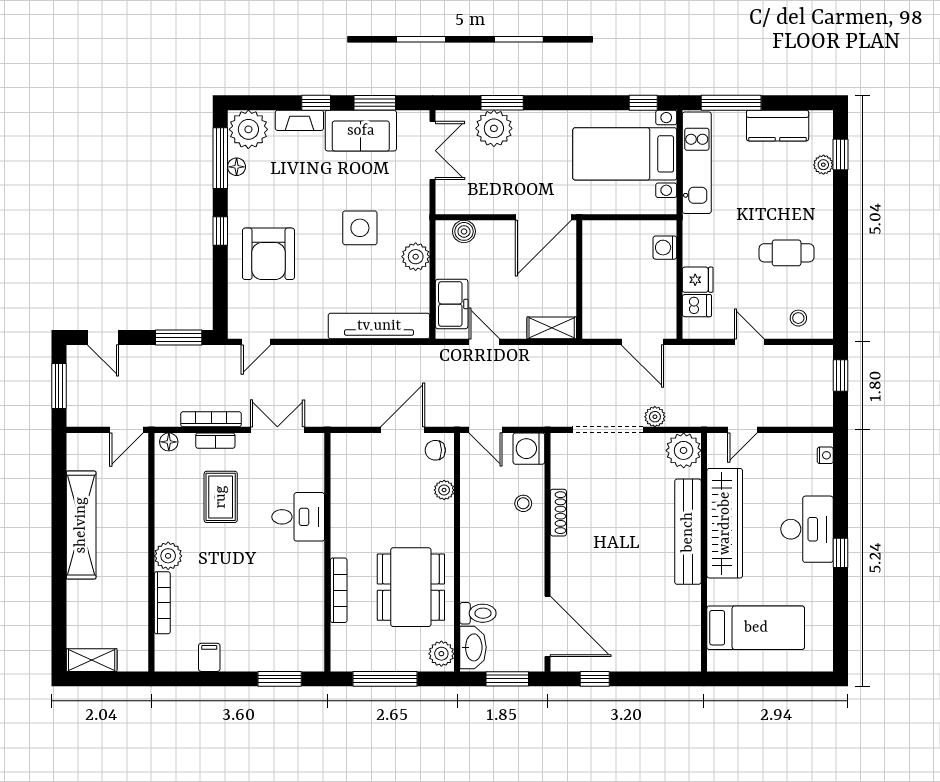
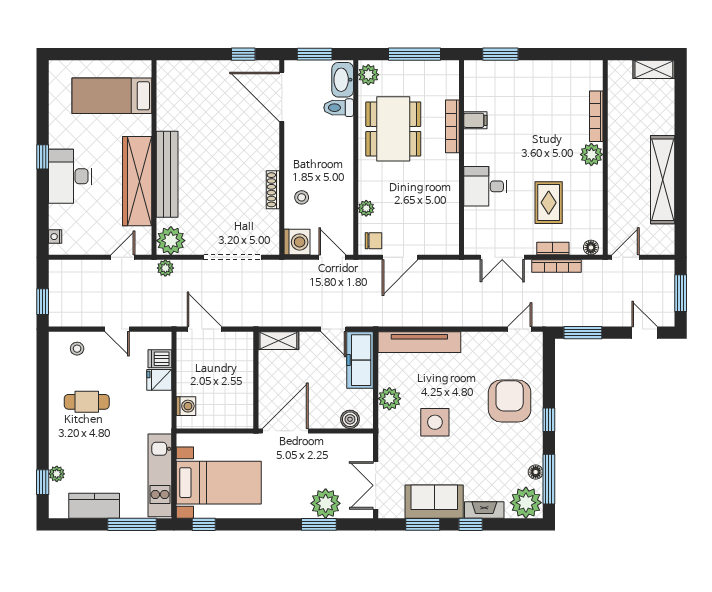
freezer: (452, 304) -> (360, 360), width x1.40
plant: (655, 417) -> (165, 268), moved
filing cabinet: (209, 657) -> (475, 120), moved, turned -90

